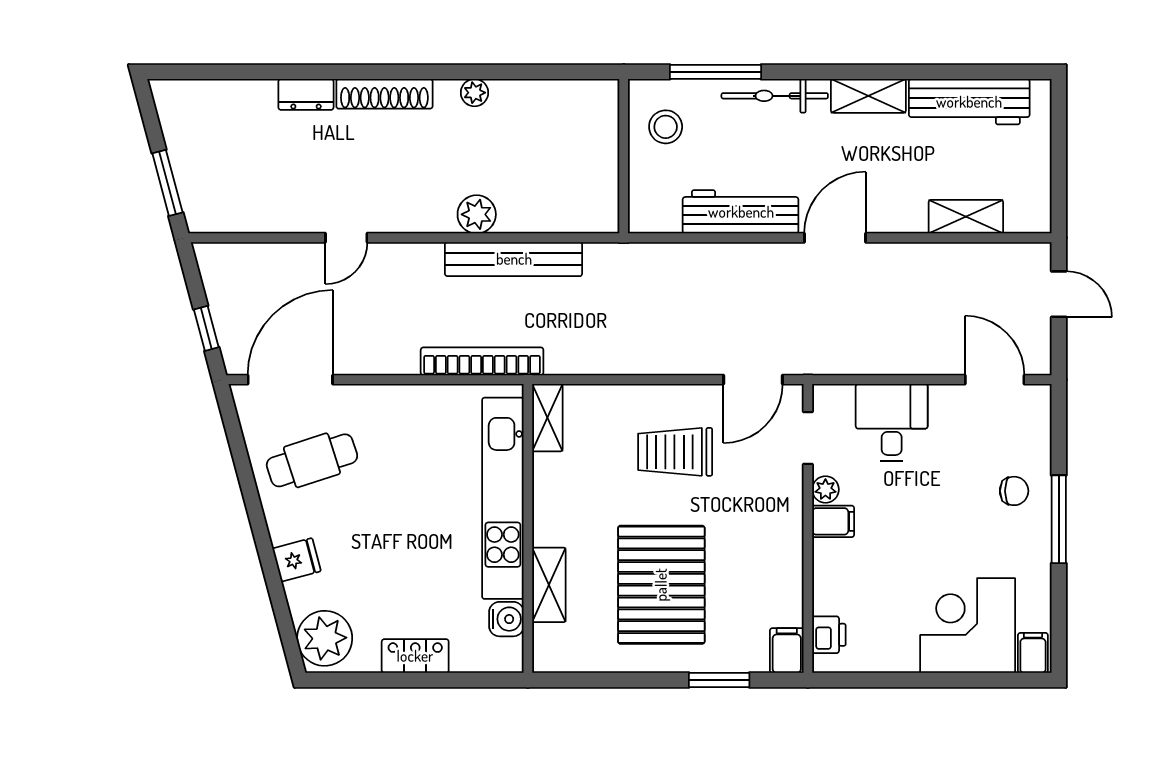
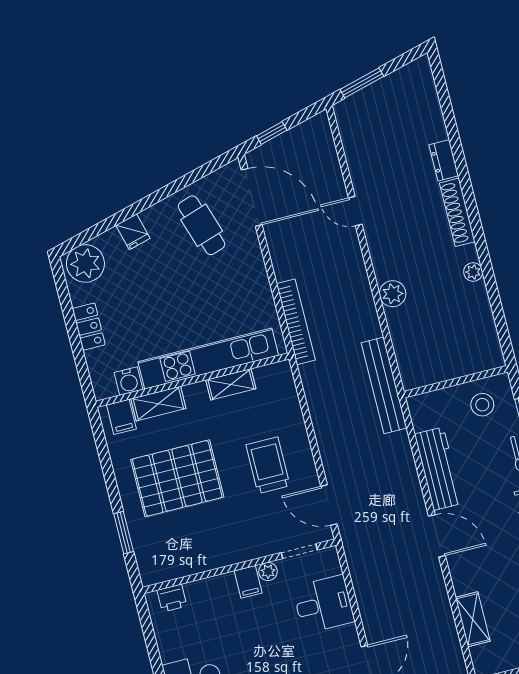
bench: (514, 259) -> (384, 385), moved
shelving: (547, 418) -> (231, 384), moved
filing cabinet: (787, 651) -> (121, 417), moved, turned 90

